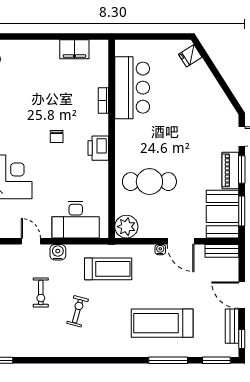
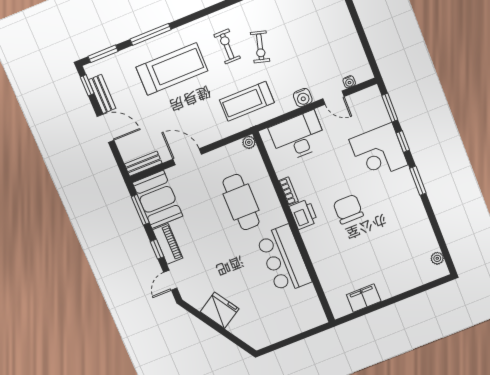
fridge: (190, 56) -> (220, 310), moved, width x1.88, depth x1.34
bar counter: (132, 88) -> (284, 259), moved
bookcase: (103, 101) -> (288, 191), moved
chair: (57, 137) -> (348, 209), width x1.87, depth x1.87
window: (242, 169) -> (157, 249), width x0.67
cafe table: (149, 182) -> (241, 202), turned 90
plant: (126, 227) -> (249, 142), width x0.53, depth x0.53
water cooler: (160, 250) -> (349, 82), moved
exercise bike: (41, 292) -> (227, 46), moved

